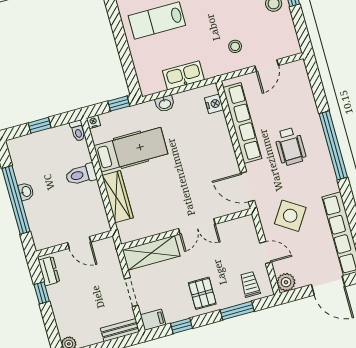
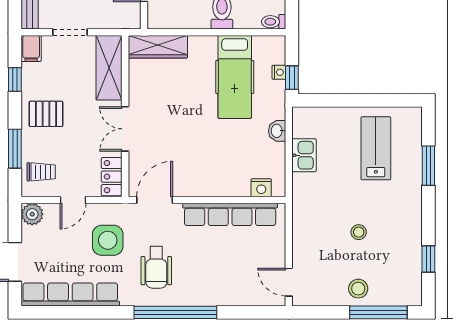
stool: (235, 46) -> (359, 232), moved
door: (267, 66) -> (289, 282), moved
kitchen sink: (183, 75) -> (304, 155), width x0.73
nightstand: (93, 122) -> (279, 72), moved
wheelchair: (290, 146) -> (156, 267), moved, turned -90
wardrobe: (118, 197) -> (158, 47), moved
side table: (290, 216) -> (108, 240), turned -33
locker: (238, 227) -> (112, 177), added

